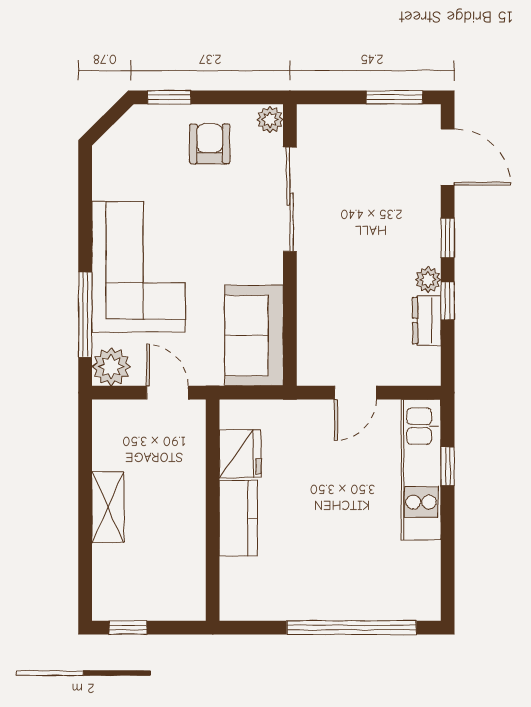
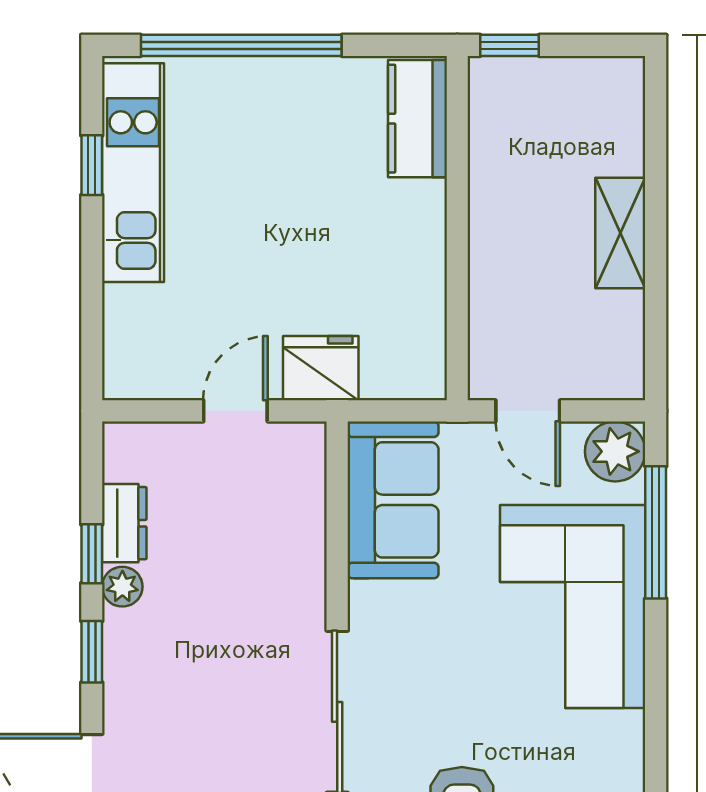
fridge: (240, 454) -> (321, 368), moved, turned 90
window: (448, 466) -> (92, 165), moved
kitchen unit: (421, 470) -> (133, 173), moved
kitchen counter: (238, 518) -> (417, 119), moved
window: (128, 628) -> (510, 45), moved

